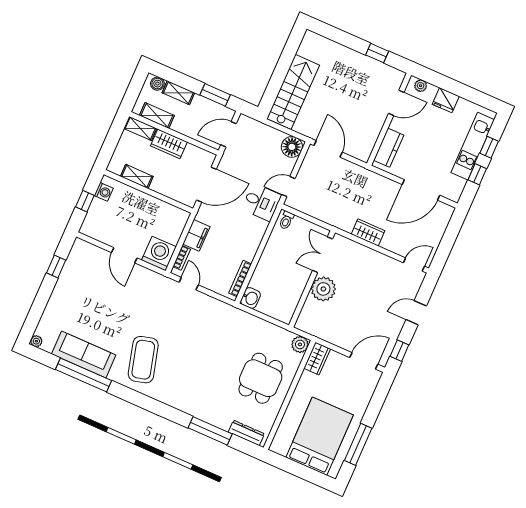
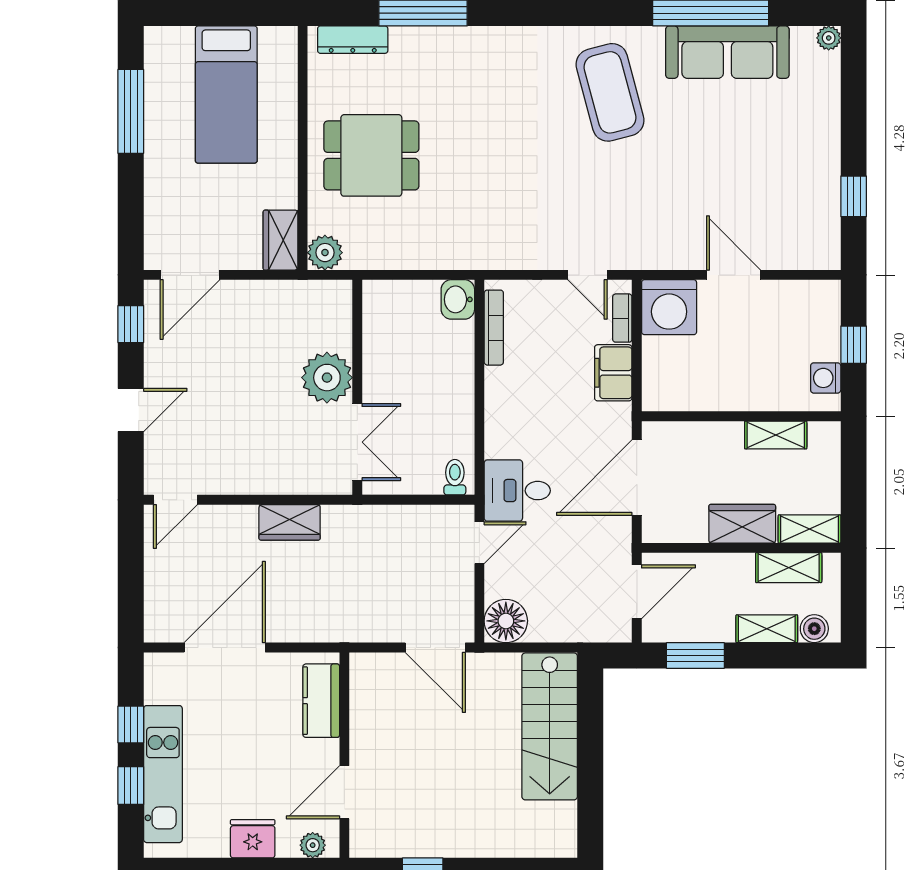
dining table: (261, 378) -> (371, 155), turned 90
bed: (320, 436) -> (226, 95), width x0.67

